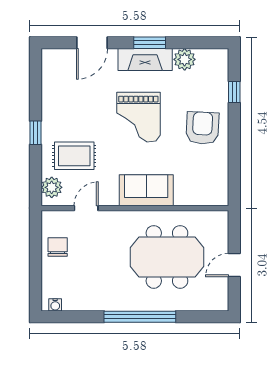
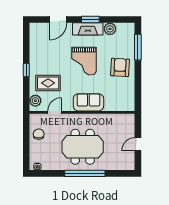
window: (234, 92) -> (138, 47), width x2.17
meeting table: (167, 257) -> (83, 147), moved

